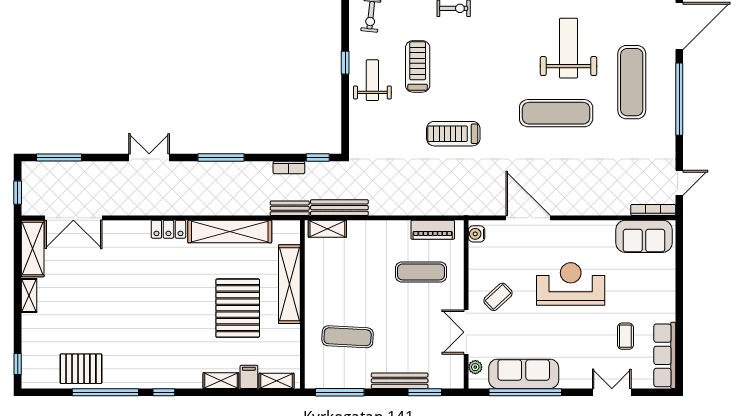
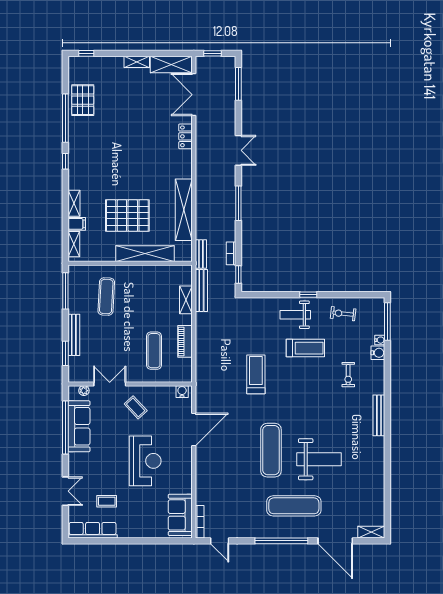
weight bench: (372, 80) -> (295, 315), turned 180
locker: (168, 229) -> (185, 136), moved
shelving: (327, 229) -> (186, 300), moved
piano: (433, 230) -> (185, 341), moved

